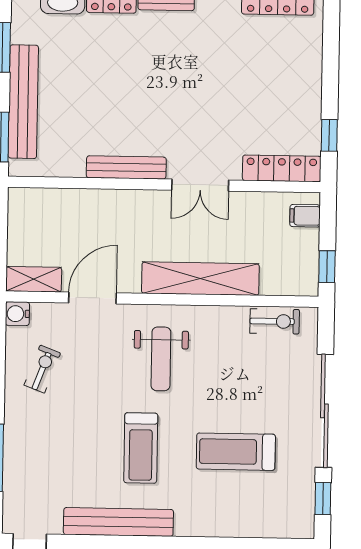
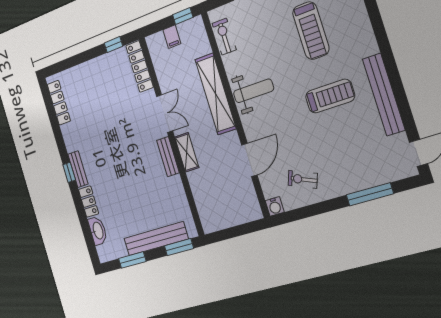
bench: (126, 167) -> (168, 157), width x0.73
filing cabinet: (305, 216) -> (172, 37), moved
shelving: (34, 279) -> (187, 152), moved
door: (93, 298) -> (249, 160), swing flipped
weight bench: (161, 359) -> (254, 91), moved

